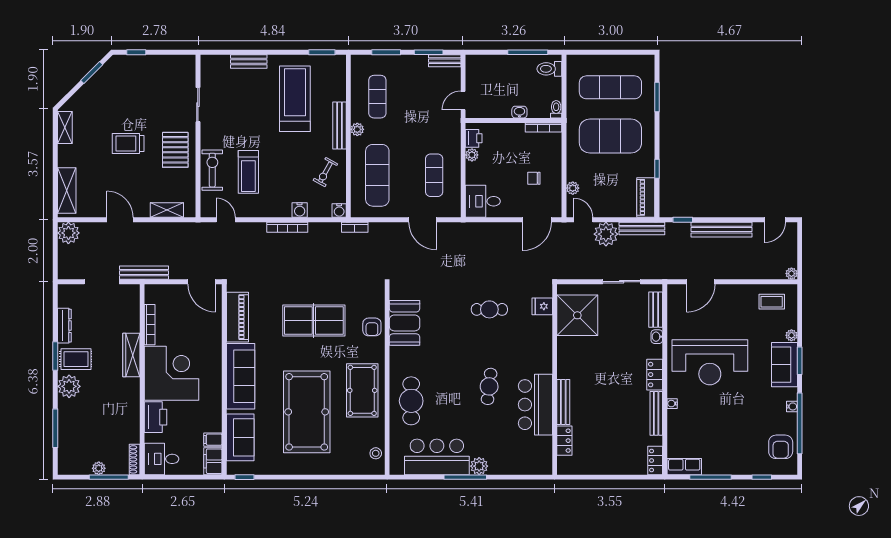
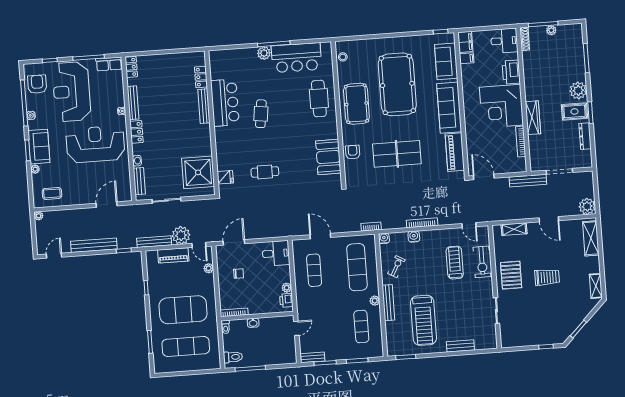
piano: (646, 197) -> (173, 255), moved, turned 90
reception desk: (736, 434) -> (72, 92), added

